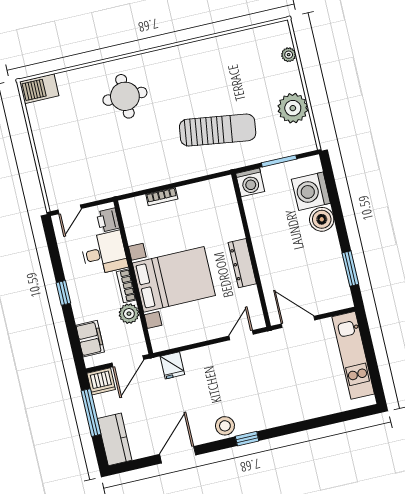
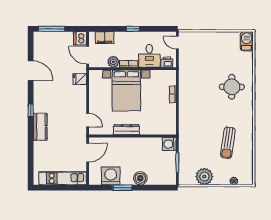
sun lounger: (218, 130) -> (228, 143), moved, width x0.73, depth x0.75
washing machine: (311, 191) -> (111, 176), moved
window: (350, 269) -> (122, 188), moved
window: (91, 413) -> (52, 29), moved
stool: (225, 426) -> (40, 100), removed
kitchen counter: (115, 439) -> (40, 127), moved, turned -90

